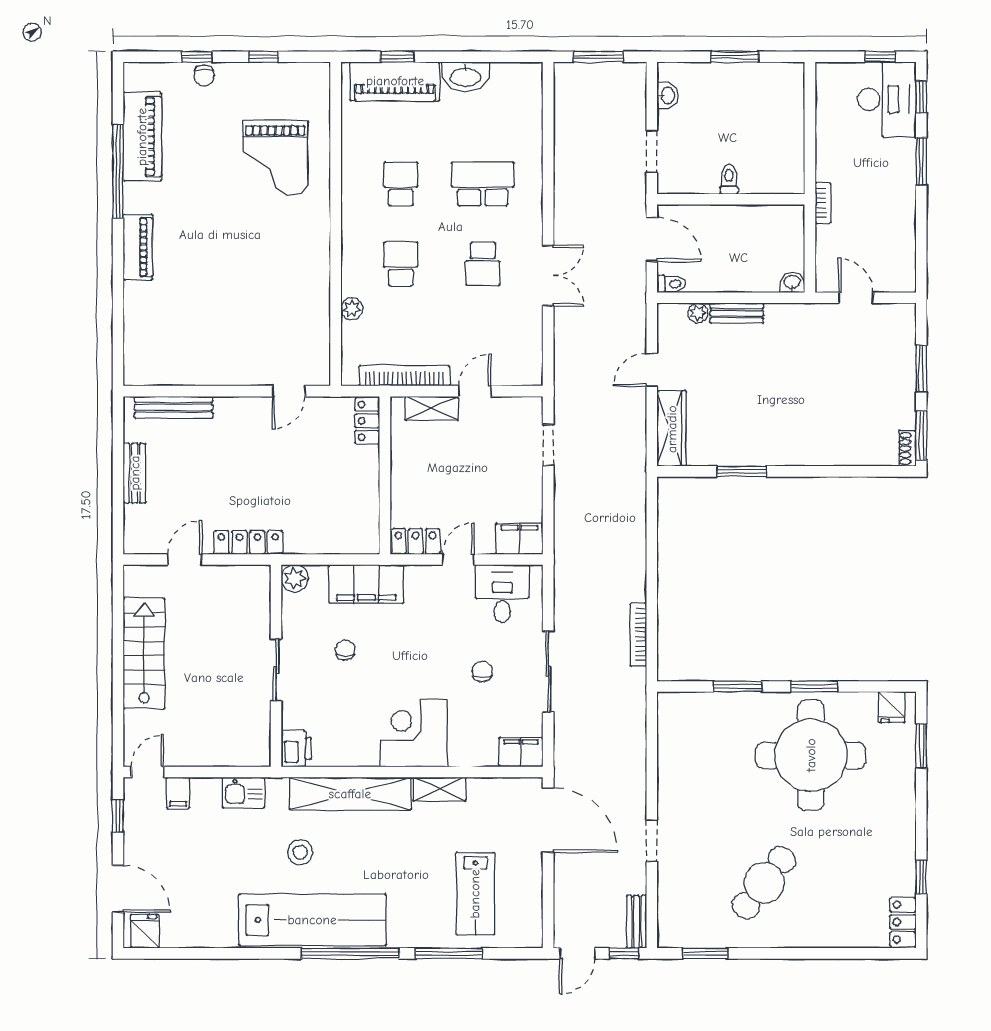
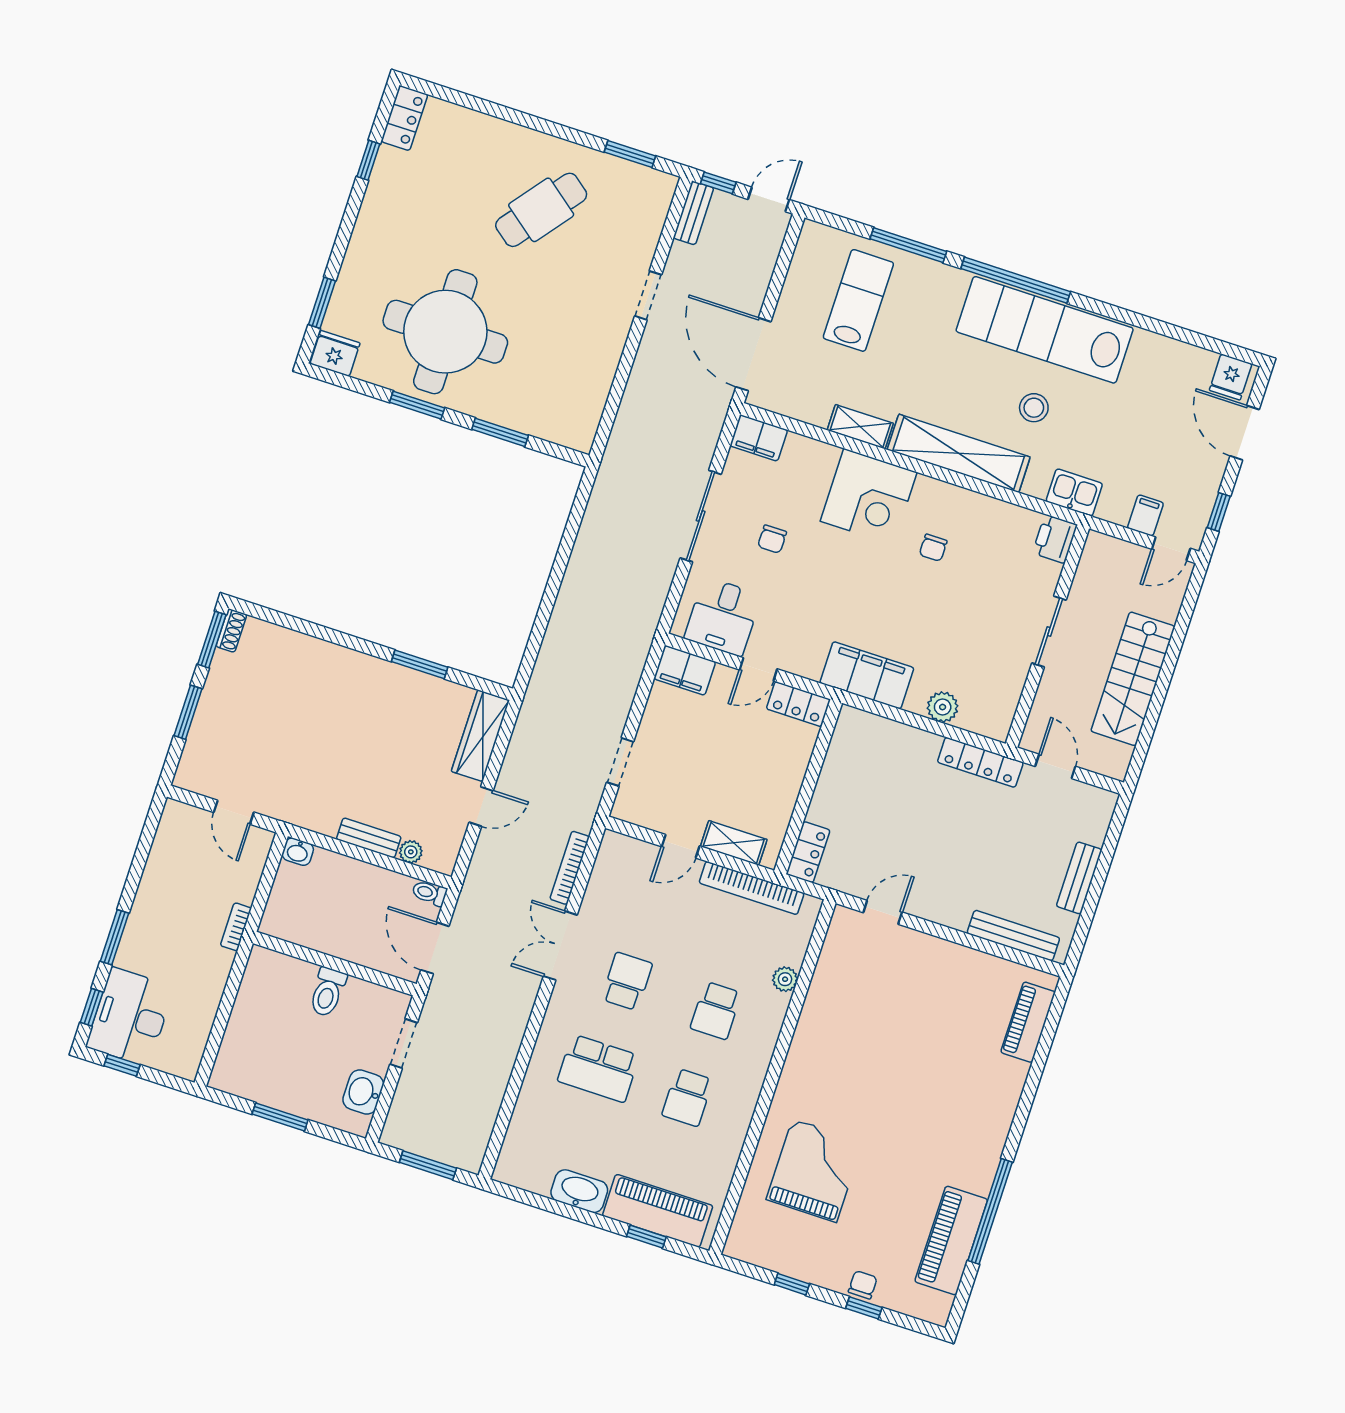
washbasin: (667, 95) -> (363, 1092), width x1.38, depth x1.45
toilet: (729, 179) -> (328, 992), width x1.37, depth x1.39
piano: (138, 247) -> (1028, 1022), moved
door: (185, 560) -> (1055, 766), swing flipped
bookcase: (638, 635) -> (570, 868), moved, turned 180
chair: (345, 650) -> (933, 548), moved
wall: (276, 666) -> (1047, 636), moved
sliding door: (276, 670) -> (1049, 632), moved
fridge: (892, 707) -> (335, 353), width x1.38
printer: (296, 749) -> (1055, 539), moved

